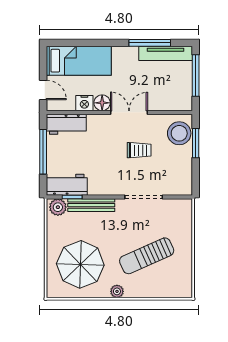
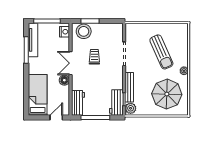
nightstand: (84, 103) -> (65, 32), moved

